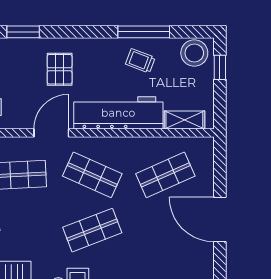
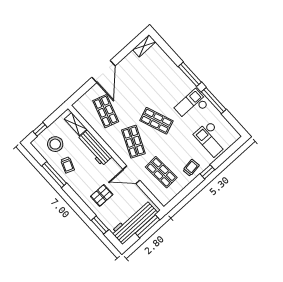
stool: (194, 53) -> (55, 144), moved
workbench: (118, 113) -> (95, 148), width x0.73, depth x0.76
shop shelf: (165, 175) -> (106, 111), turned 42

